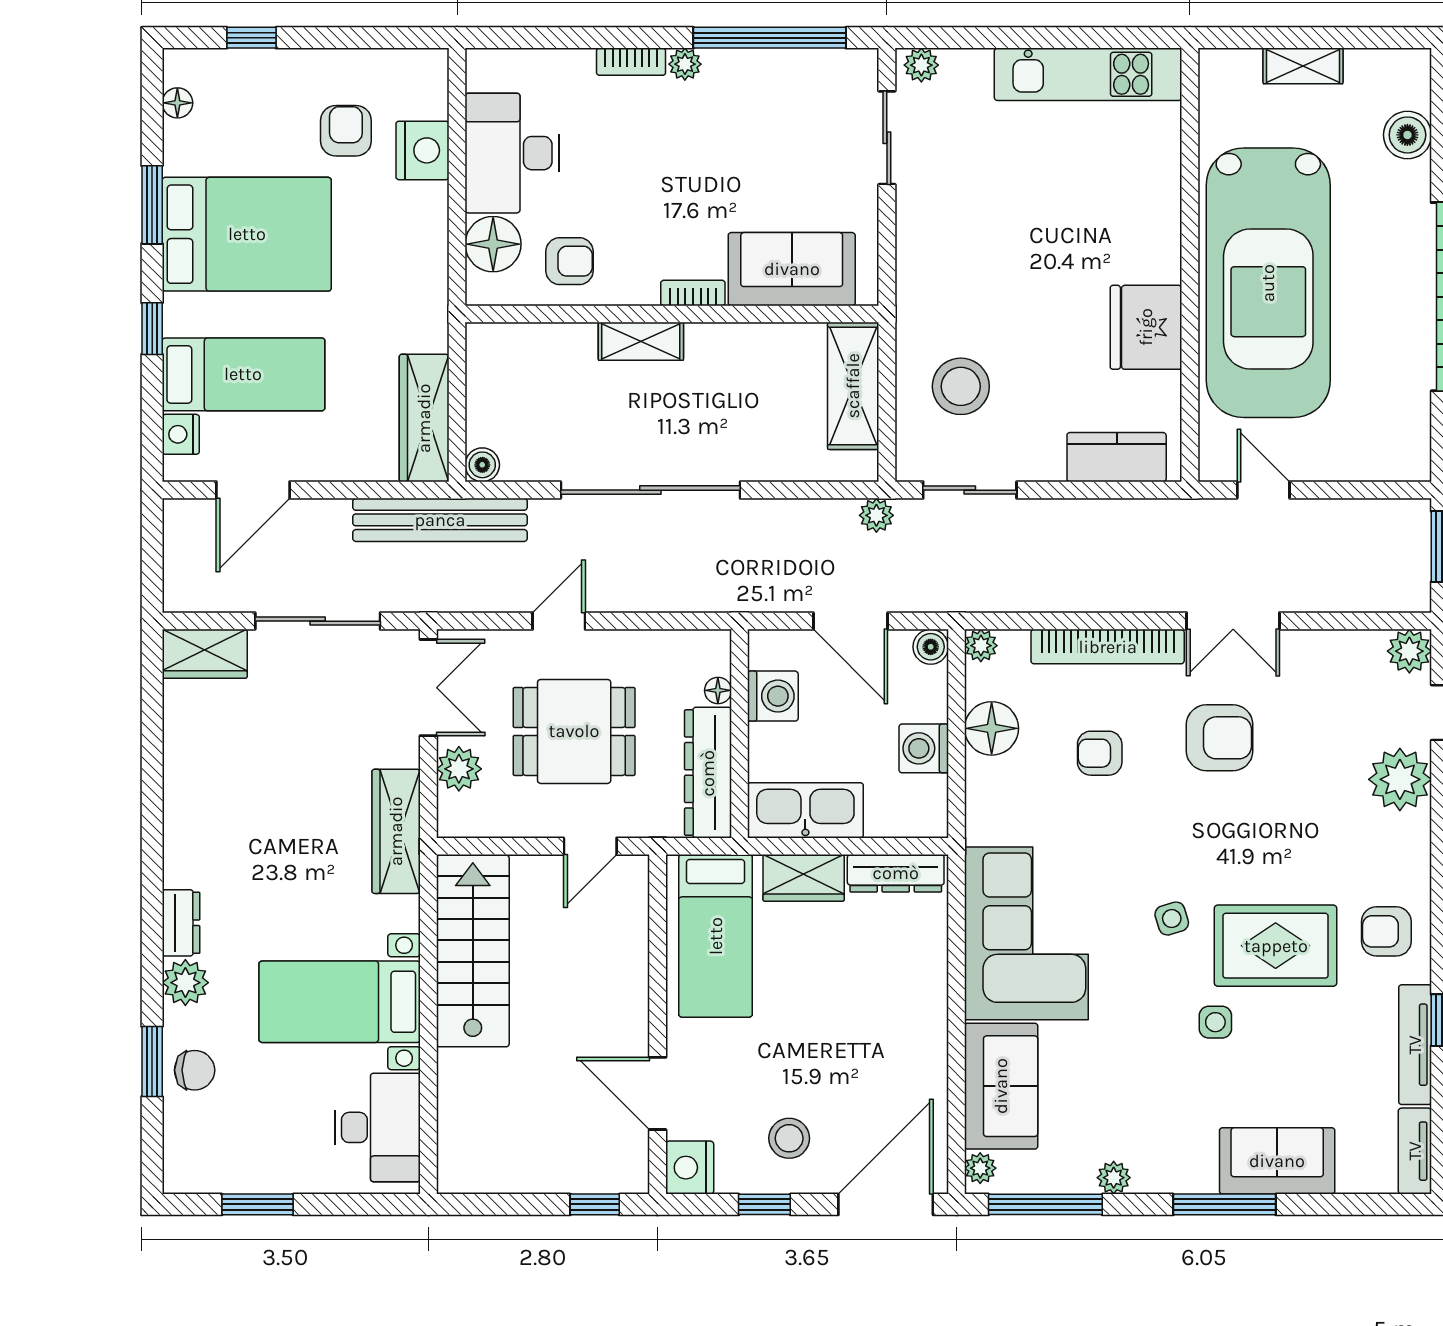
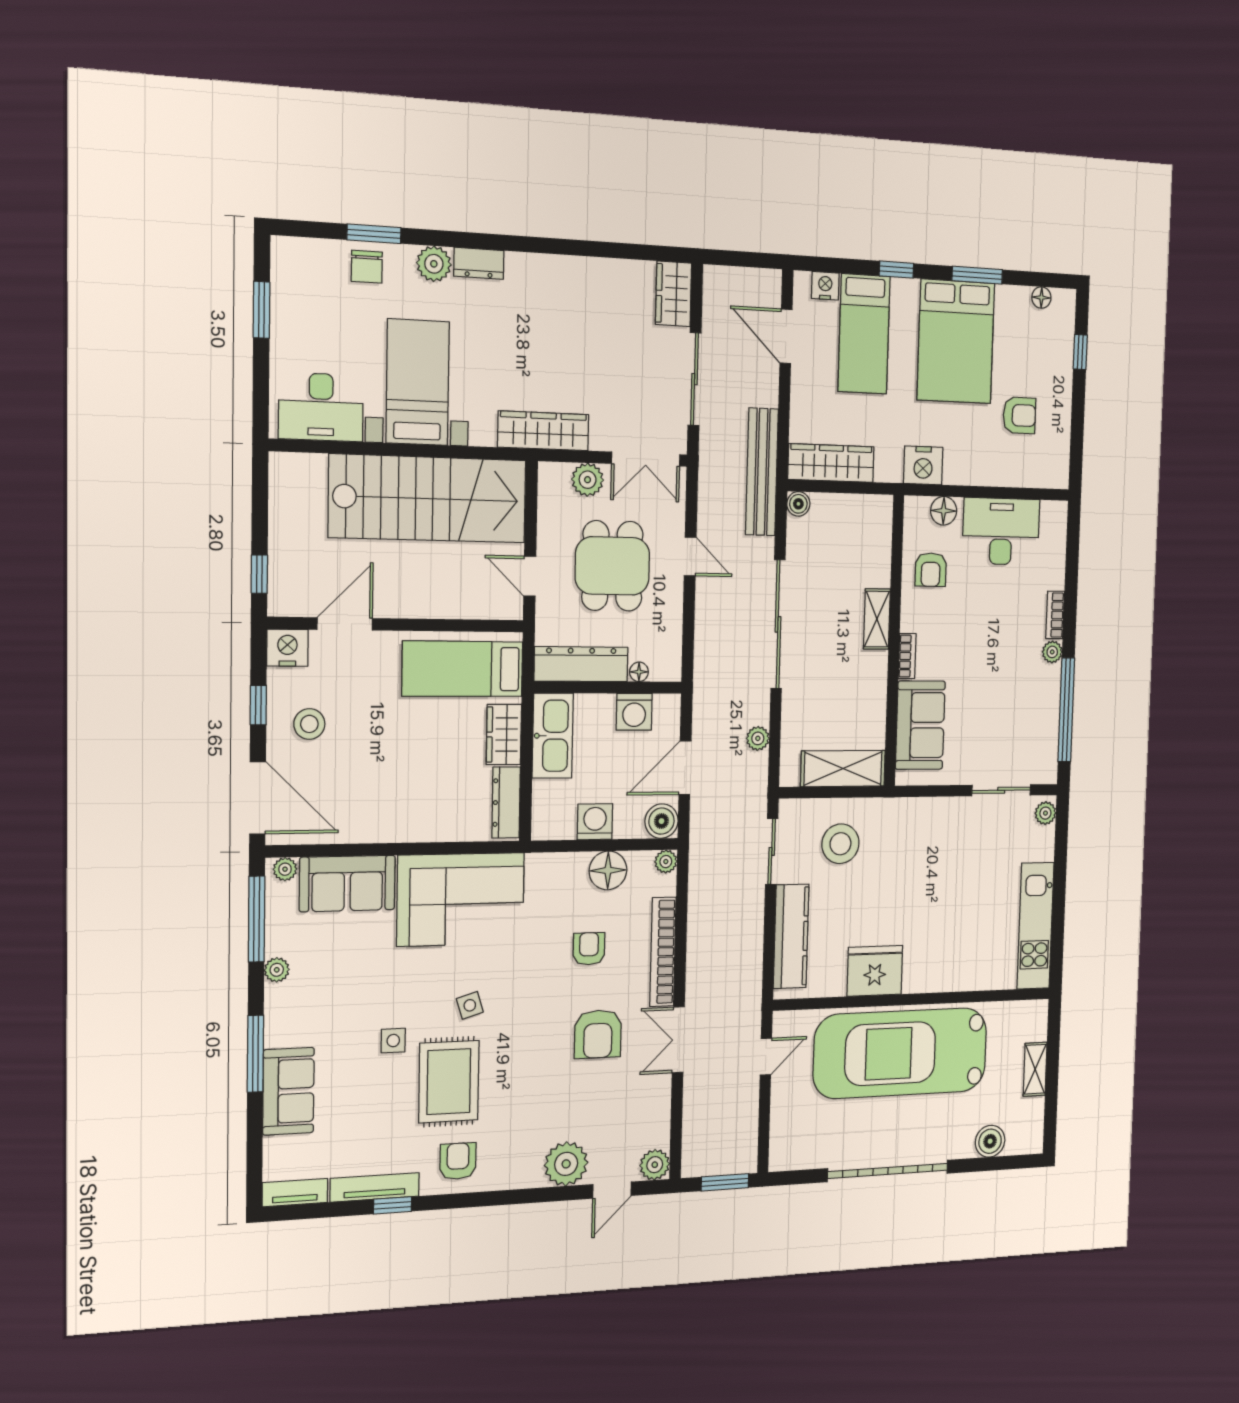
nightstand: (422, 150) -> (923, 465), moved
floor lamp: (493, 244) -> (944, 511), width x0.73, depth x0.73
kitchen counter: (1117, 457) -> (791, 936), width x1.50
plant: (876, 515) -> (758, 738), moved
boiler: (931, 647) -> (661, 821), width x1.36, depth x1.36
stairs: (473, 951) -> (428, 499), width x1.36, depth x1.51

